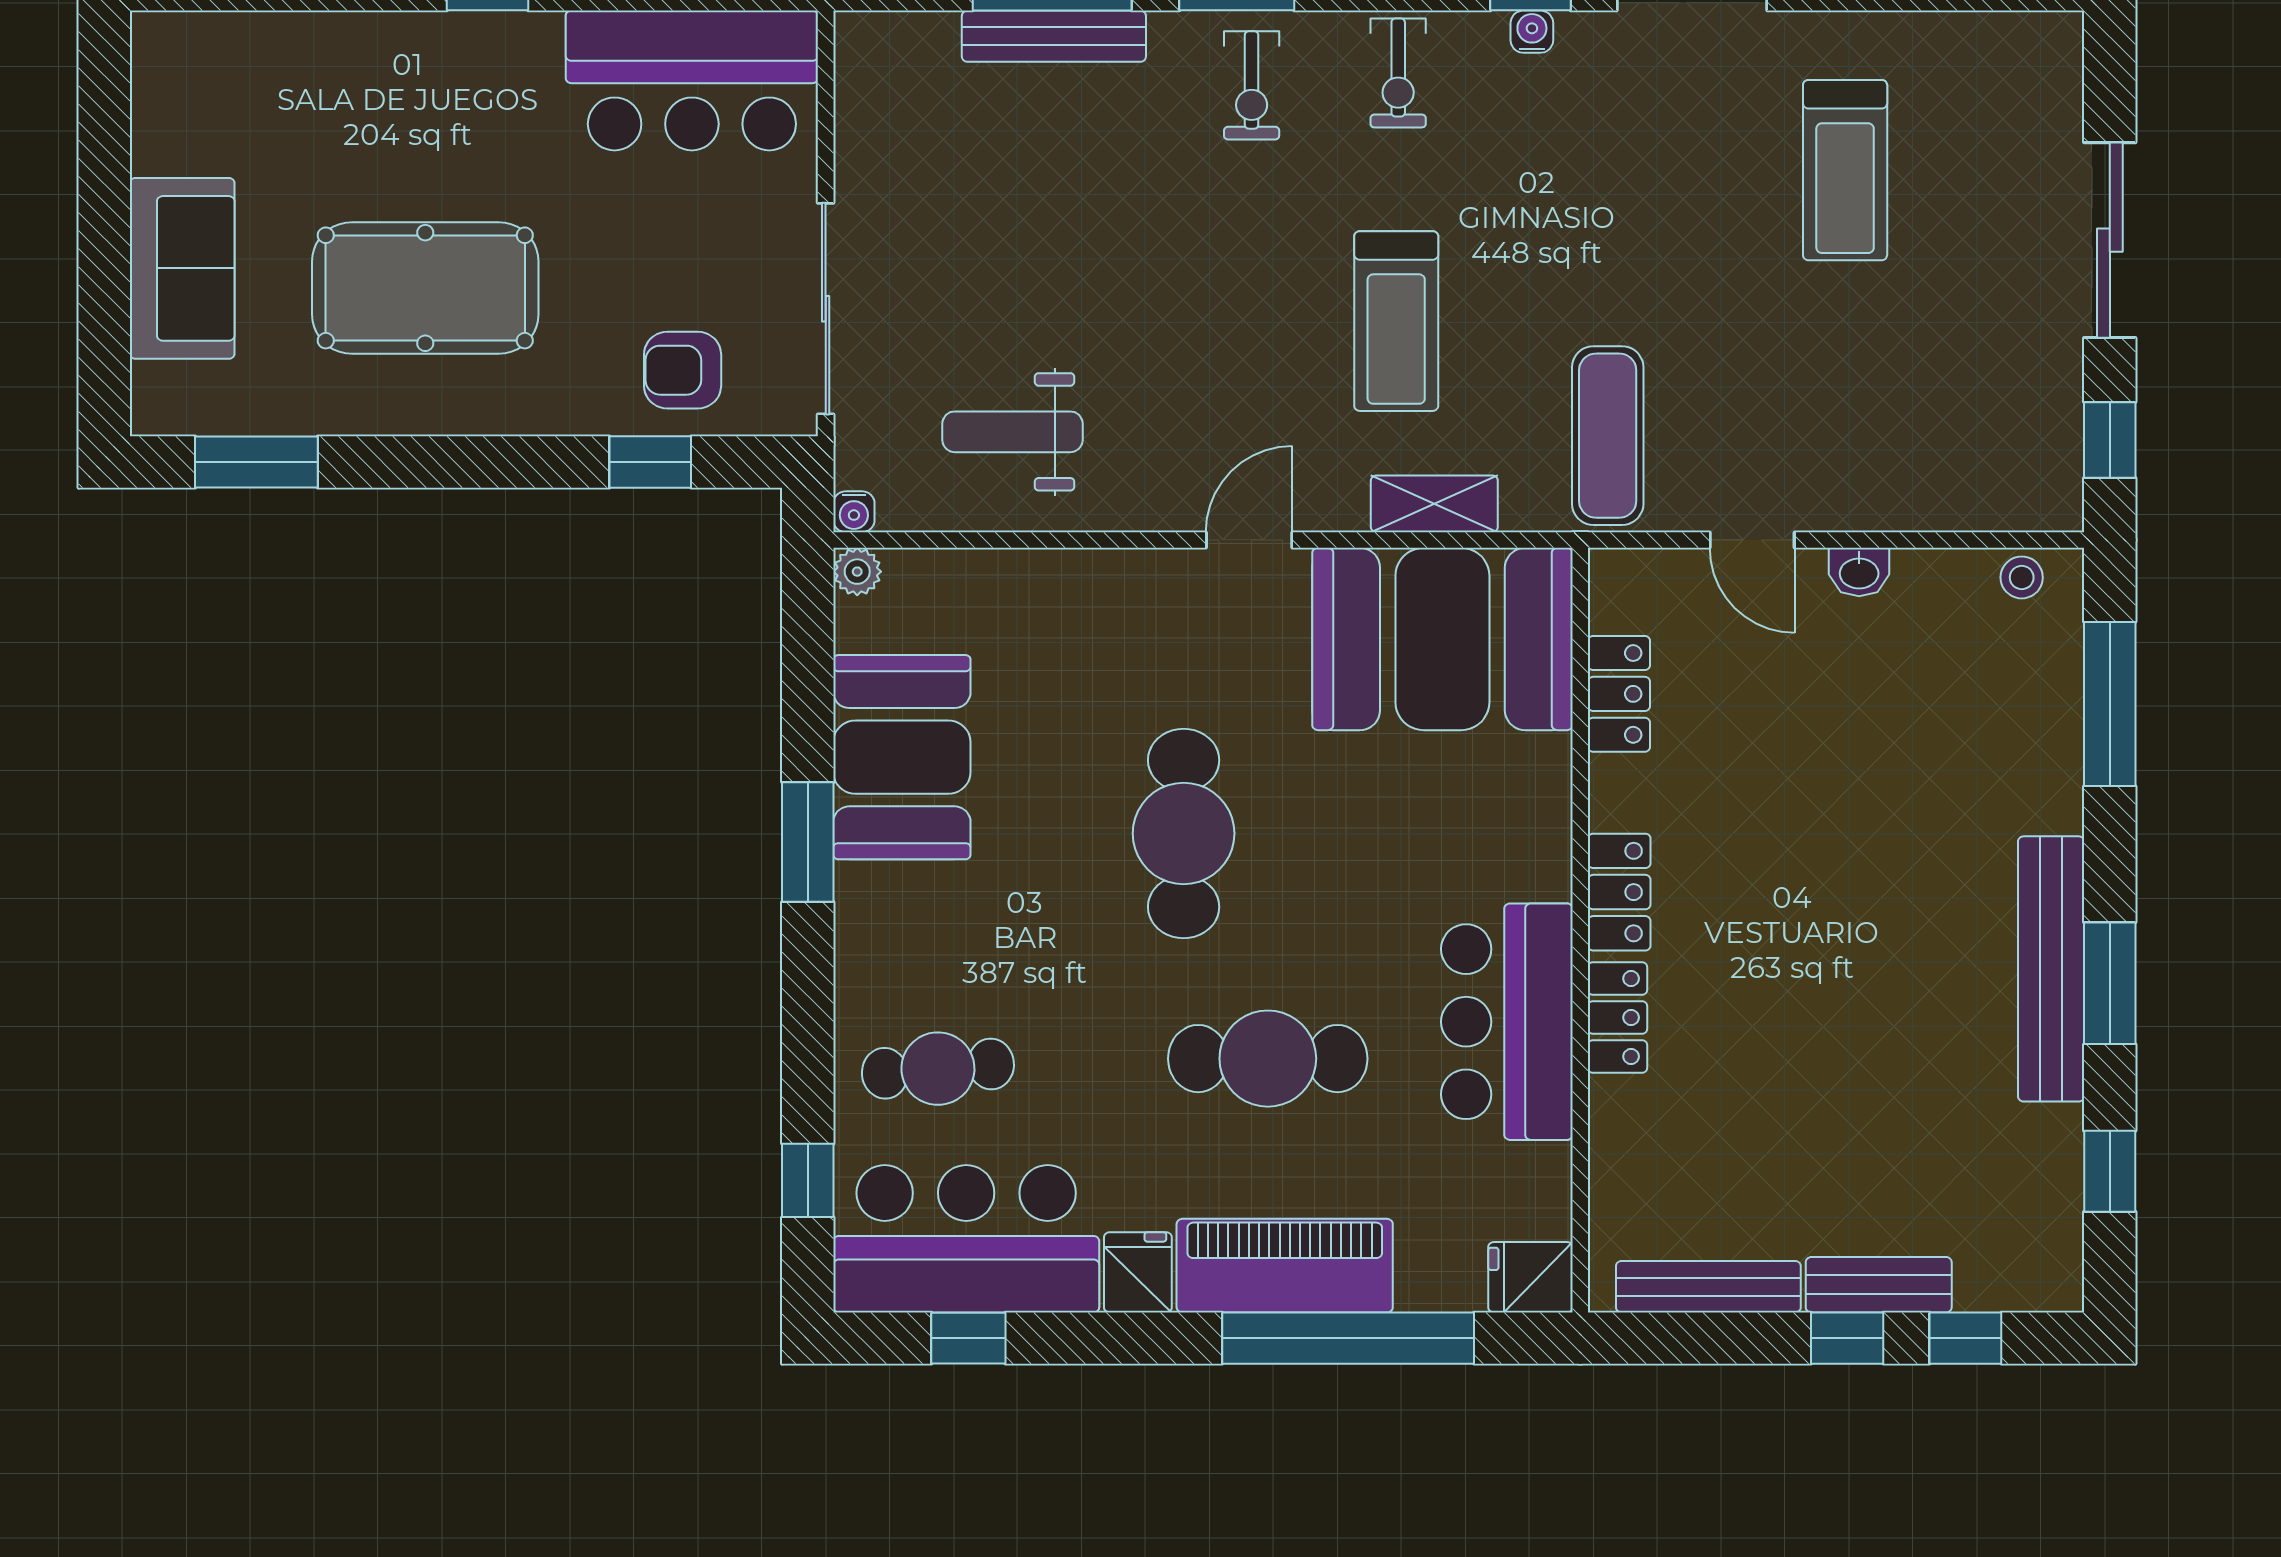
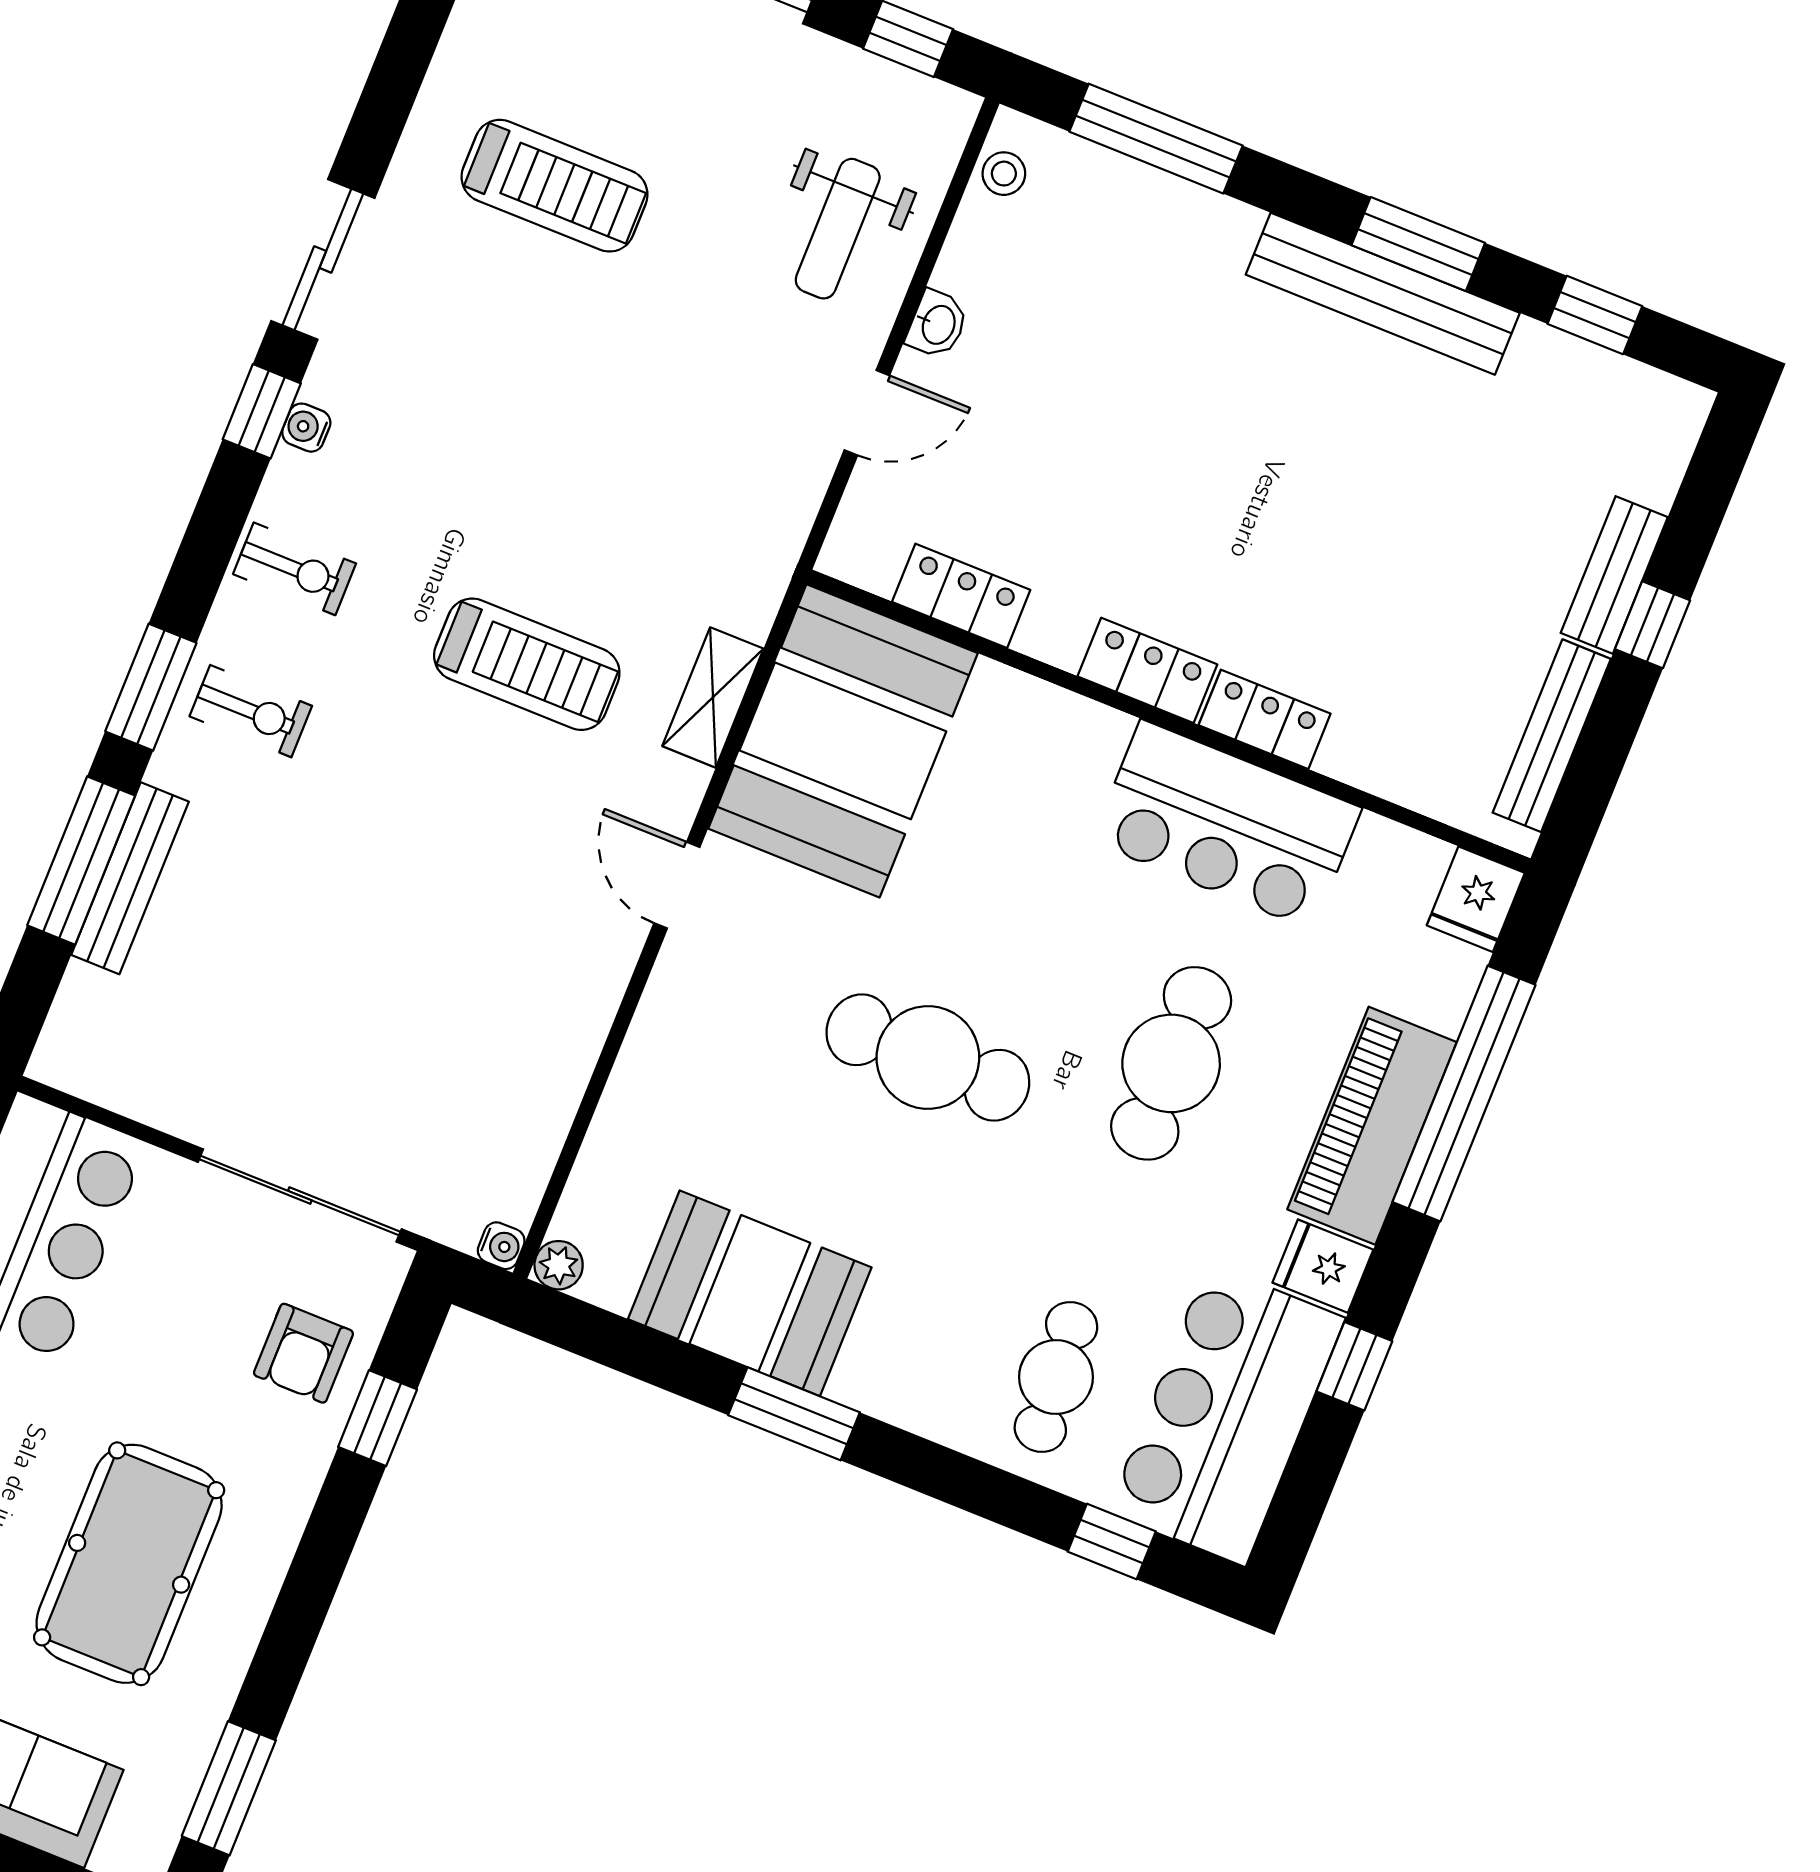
weight bench: (1013, 432) -> (838, 229), moved
exercise mat: (1608, 436) -> (714, 509), removed
window: (968, 1338) -> (1354, 1366), moved
window: (1965, 1338) -> (1697, 514), removed

